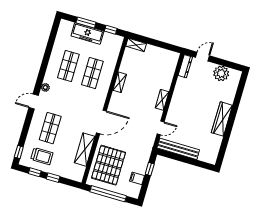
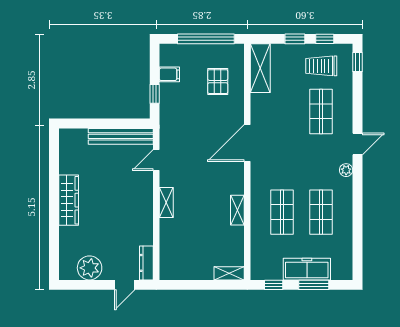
shelving: (85, 150) -> (260, 68), moved
pallet: (109, 165) -> (218, 82), width x0.49, depth x0.50

